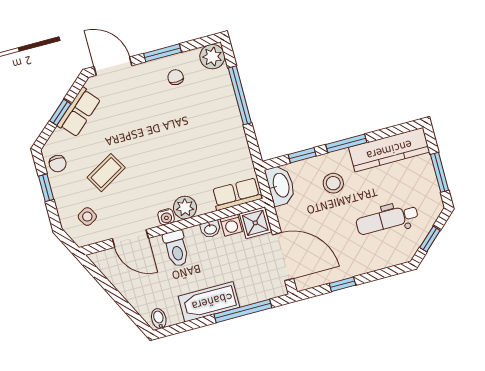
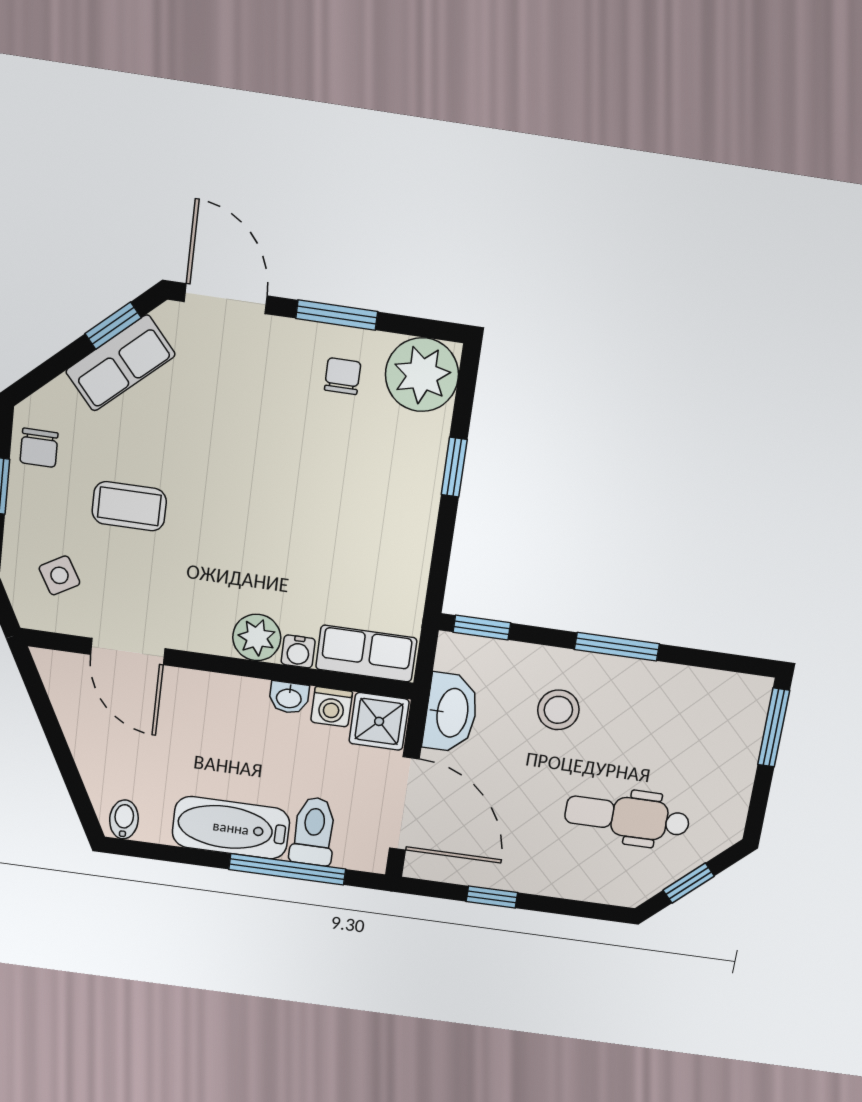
plant: (212, 57) -> (422, 375), width x1.36, depth x1.36
window: (240, 95) -> (454, 467), width x0.46
window: (60, 112) -> (113, 326), moved
kitchen counter: (389, 150) -> (692, 692), removed
window: (302, 155) -> (482, 628), moved
window: (440, 172) -> (774, 728), moved
coffee table: (106, 173) -> (129, 506), turned 30
washbasin: (280, 185) -> (451, 713), moved
water cooler: (166, 217) -> (298, 651), moved
toilet: (176, 249) -> (313, 831), moved, turned 180

